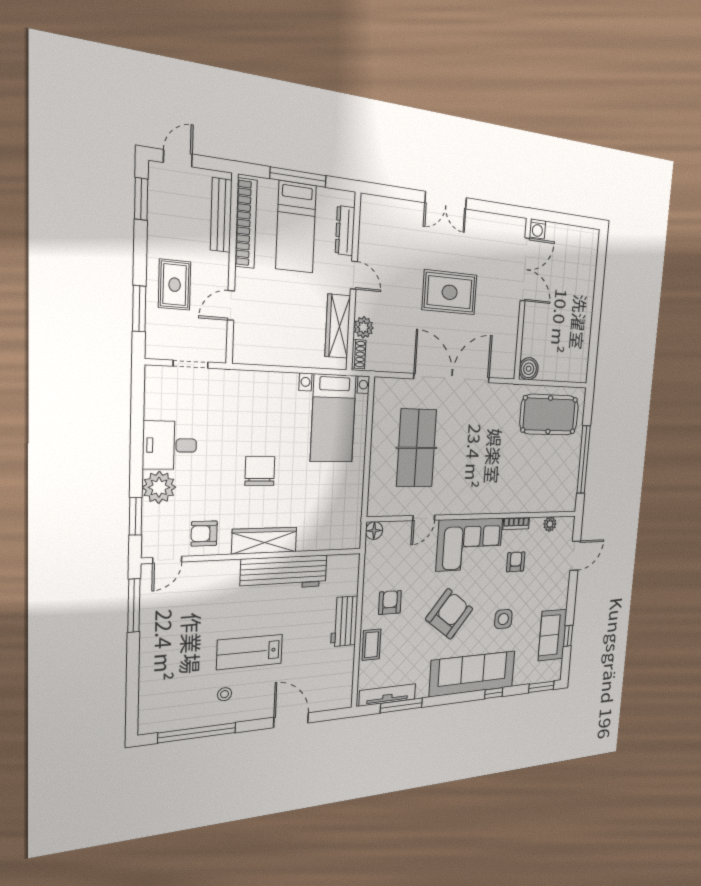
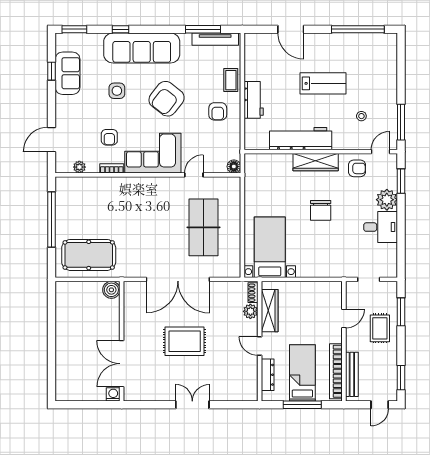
stool: (225, 694) -> (361, 116), moved

